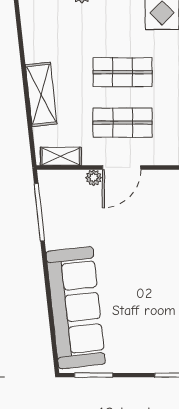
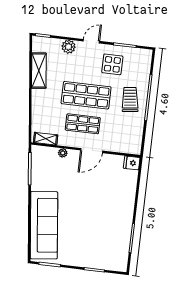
shop shelf: (123, 72) -> (86, 95), width x1.43, depth x1.36
shelving: (41, 94) -> (39, 71), moved
door: (122, 168) -> (92, 151), moved

